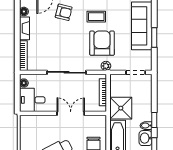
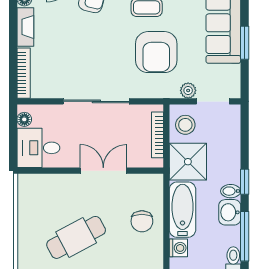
armchair: (102, 43) -> (156, 52), turned 180
plant: (106, 66) -> (188, 90), moved
stool: (119, 86) -> (185, 125), added

